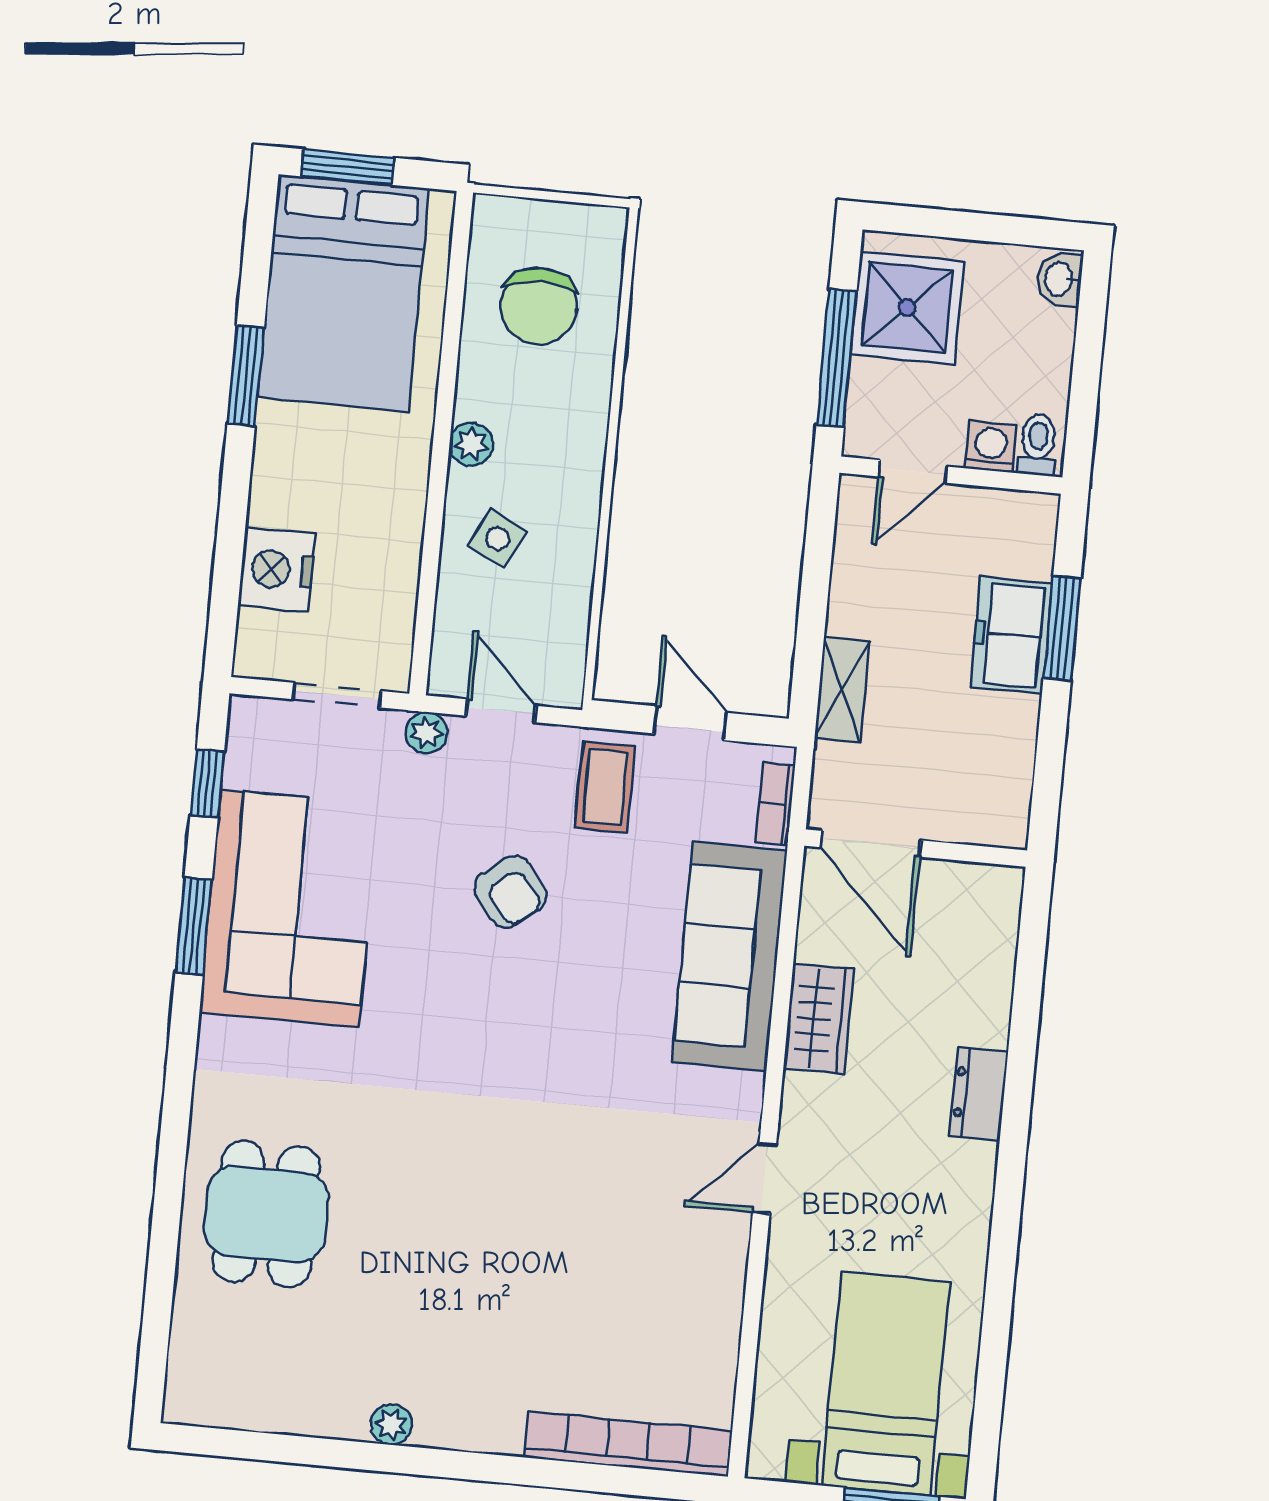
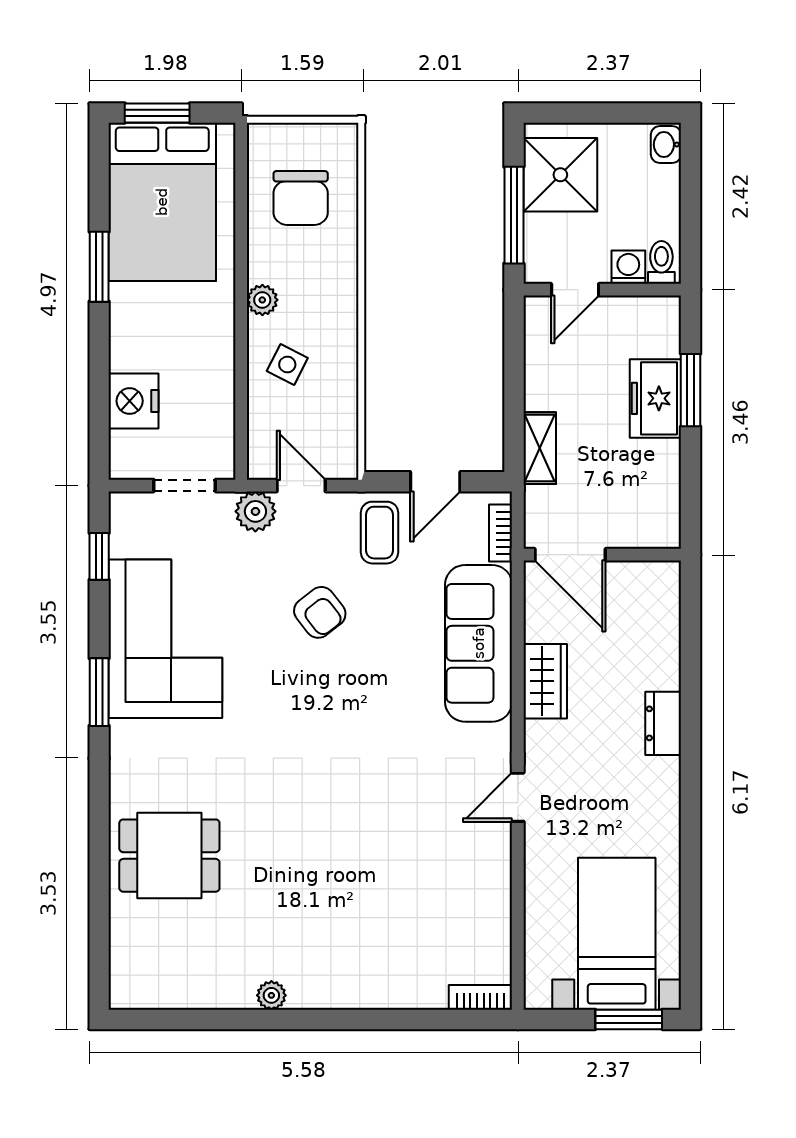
door: (690, 723) -> (435, 482), swing flipped
plant: (426, 733) -> (255, 511), width x1.38, depth x1.38
window: (194, 926) -> (99, 692), moved
dining table: (266, 1214) -> (169, 856), turned 90
bookcase: (628, 1444) -> (480, 997), width x0.43, depth x0.76

